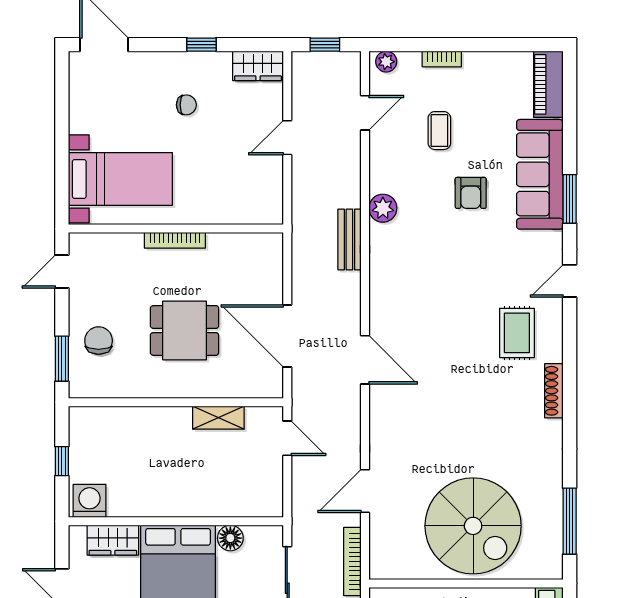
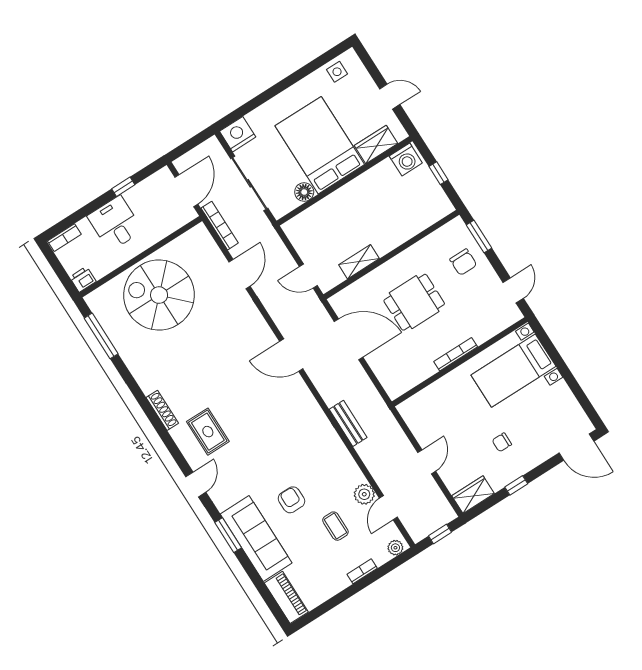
plant: (383, 208) -> (364, 494), moved

